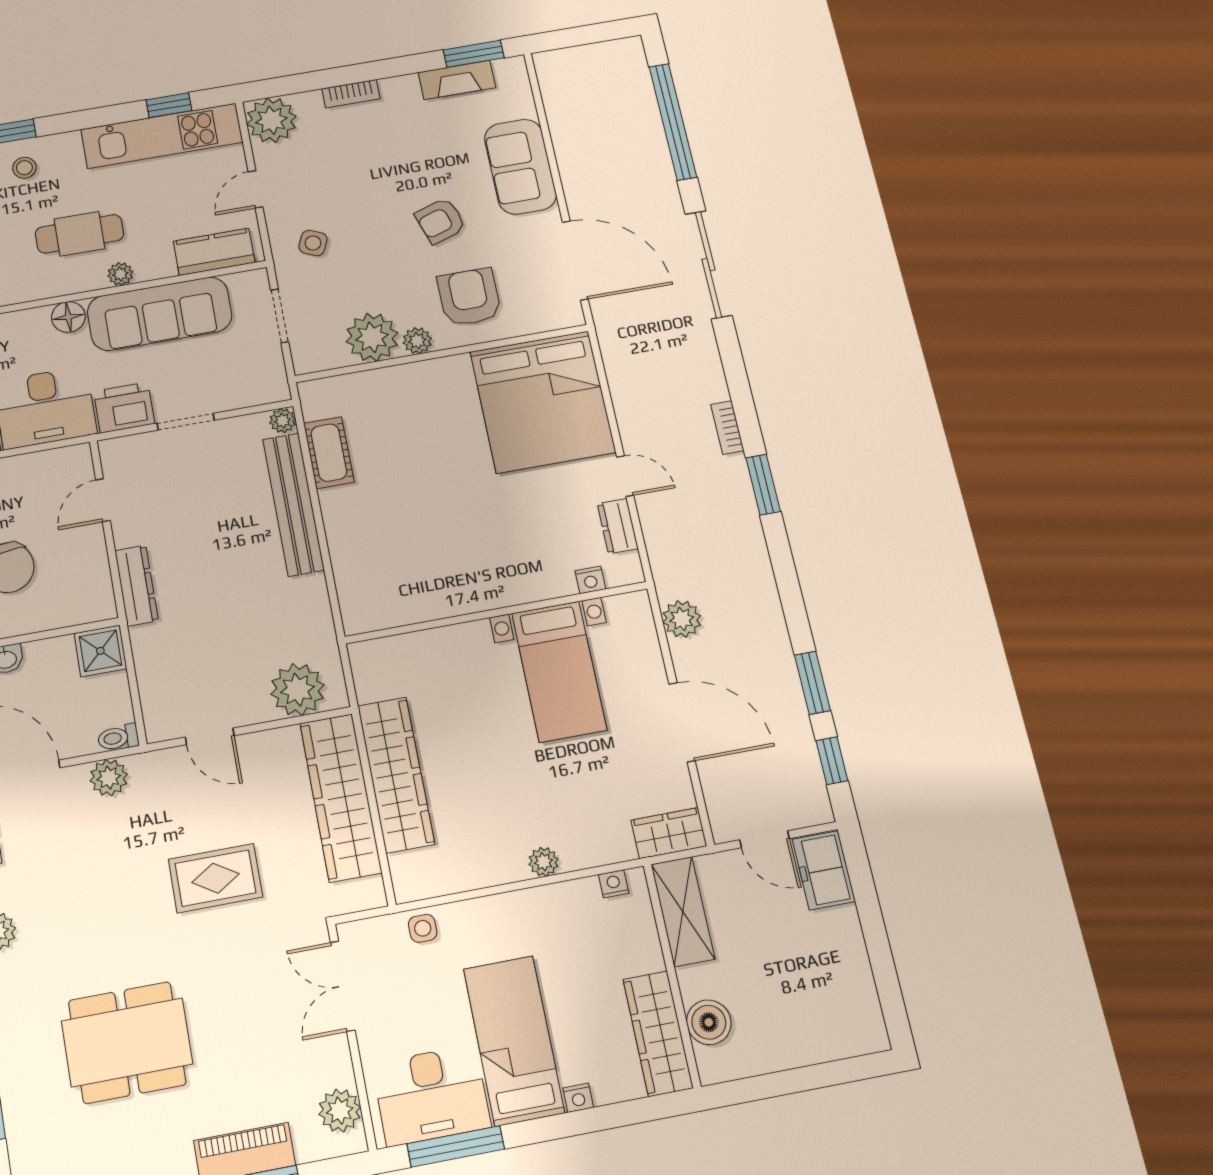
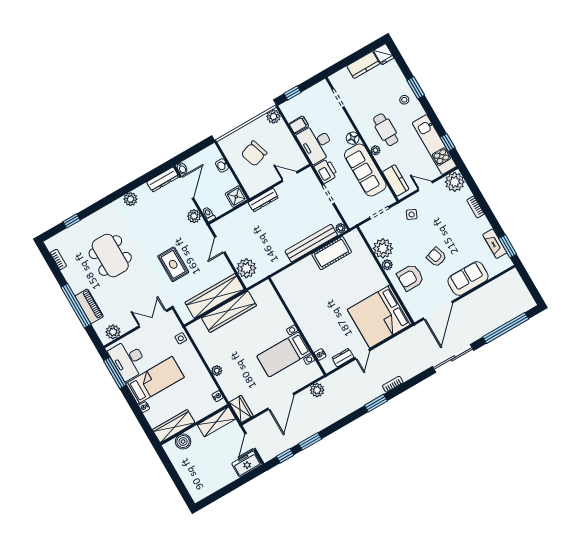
armchair: (469, 297) -> (410, 277), turned 180
cot: (329, 453) -> (332, 253), width x1.37, depth x1.34

